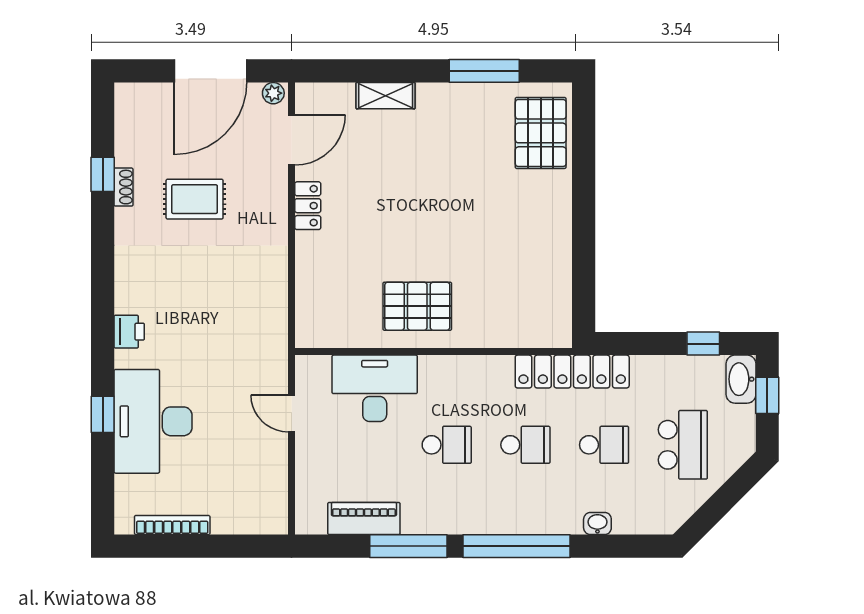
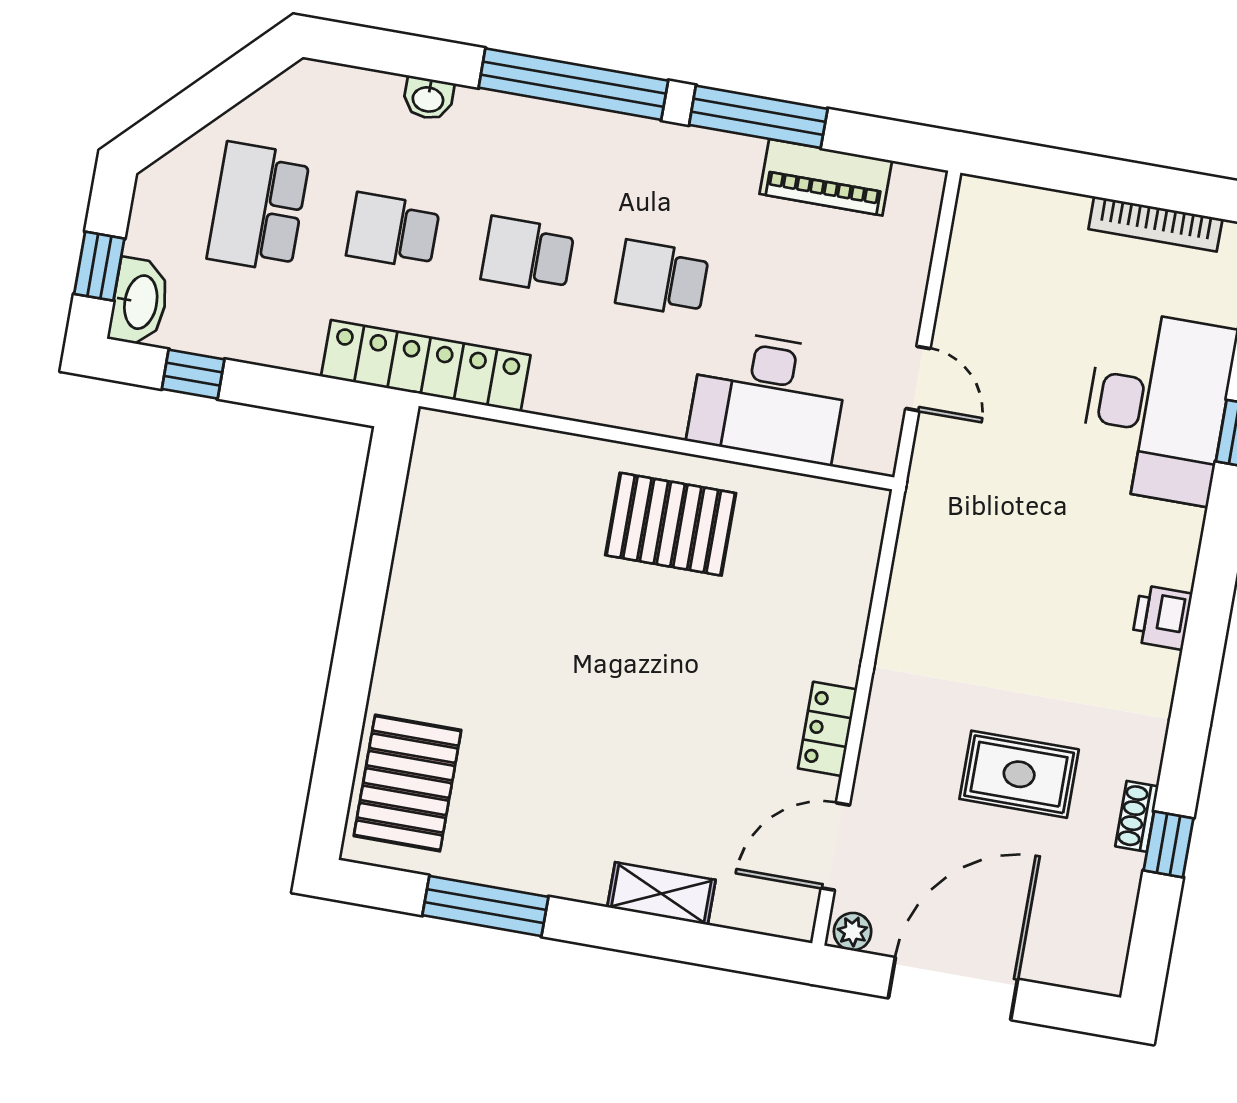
printer: (129, 332) -> (1162, 617), moved

